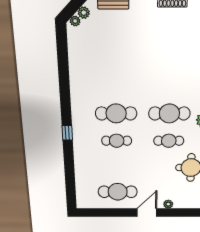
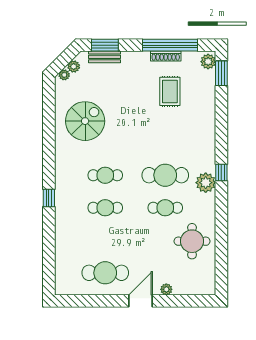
rug: (176, 37) -> (170, 91), added
spiral stairs: (97, 65) -> (85, 121), added
cafe table: (116, 113) -> (105, 175), width x0.73, depth x0.74

